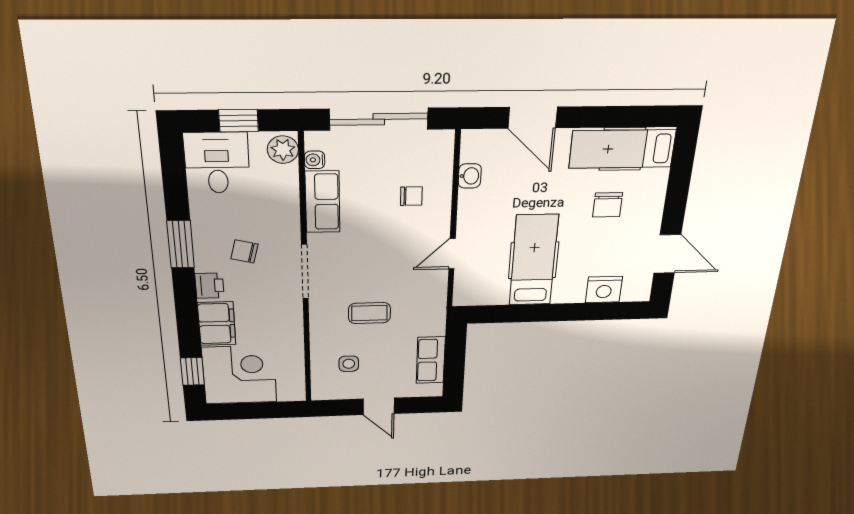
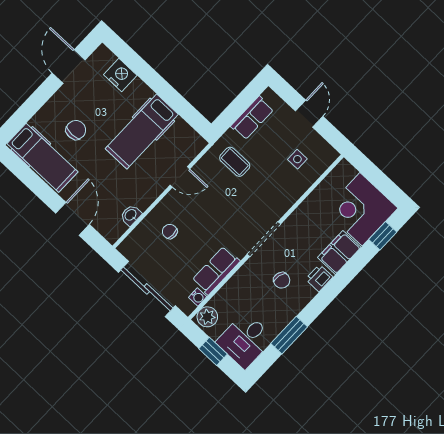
window: (181, 244) -> (289, 335), moved
coffee table: (369, 313) -> (235, 162), moved

